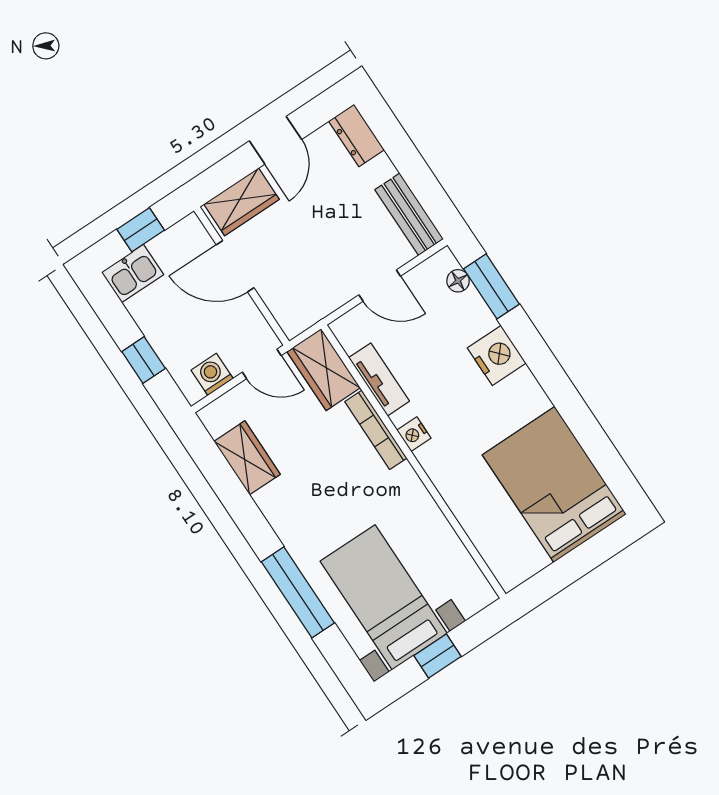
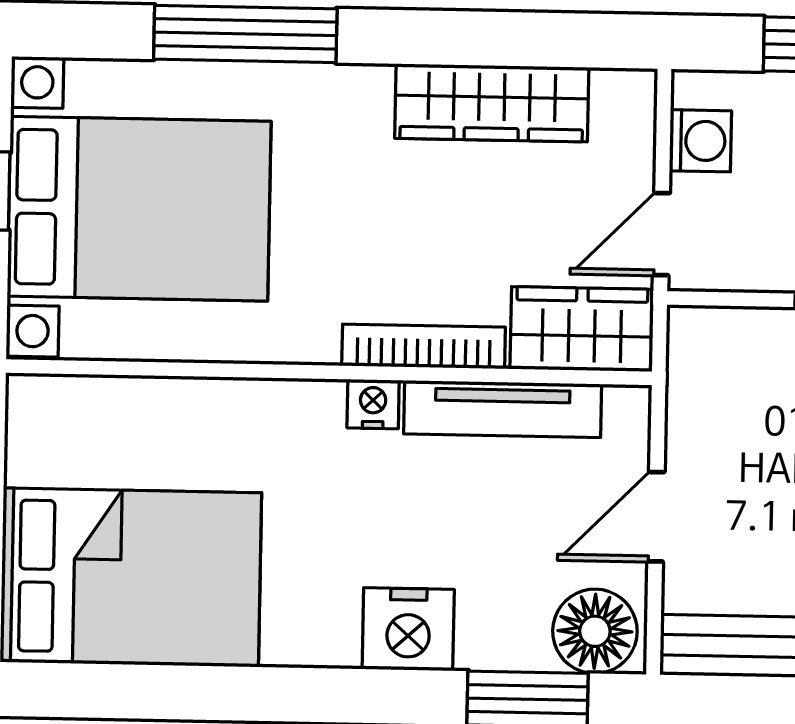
floor lamp: (458, 281) -> (595, 631), width x1.89, depth x1.89
tv unit: (379, 379) -> (503, 409), width x1.41
wardrobe: (247, 458) -> (492, 103), width x1.50
bed with nightstands: (384, 597) -> (139, 209), width x1.36

